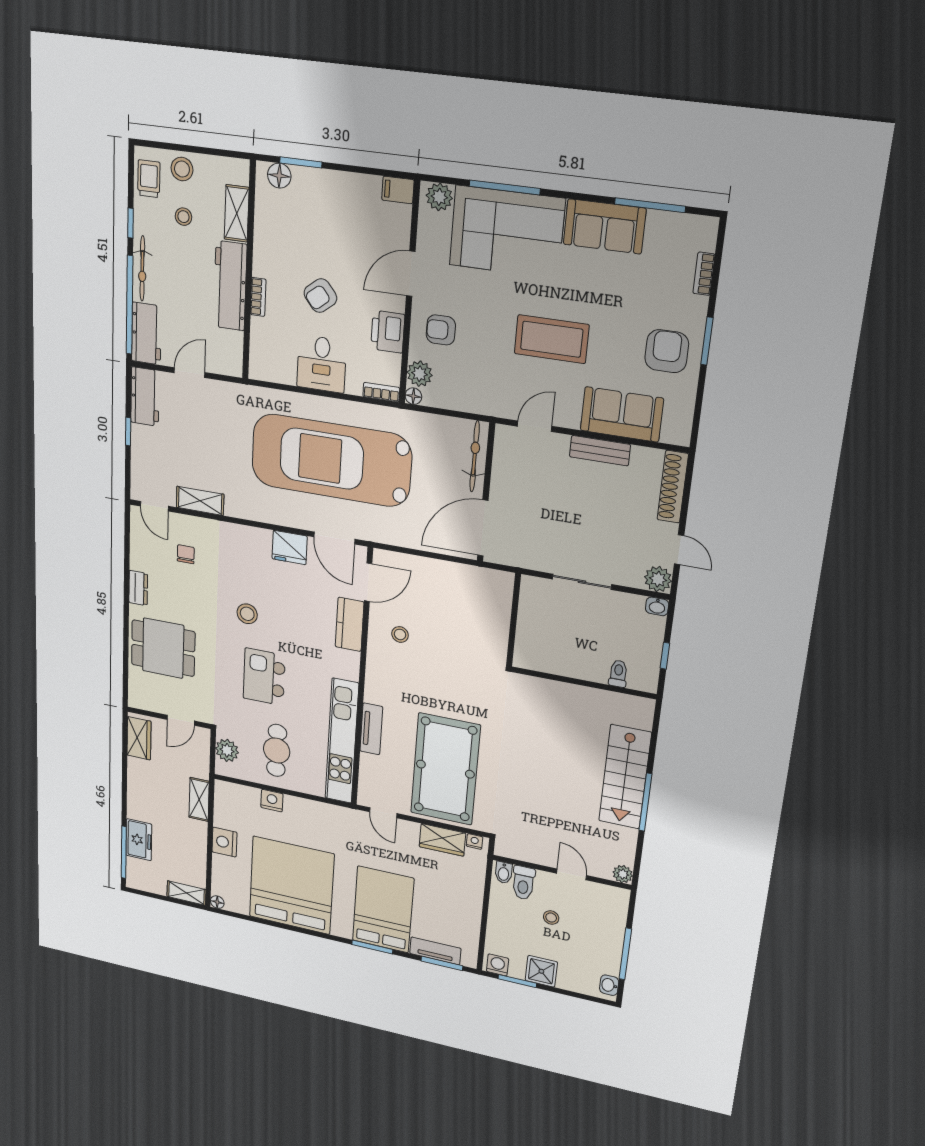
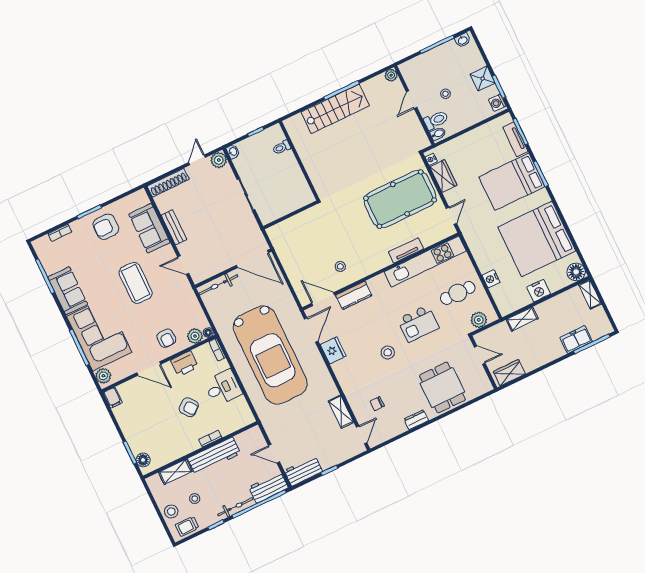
floor lamp: (217, 902) -> (576, 272), width x1.89, depth x1.89

